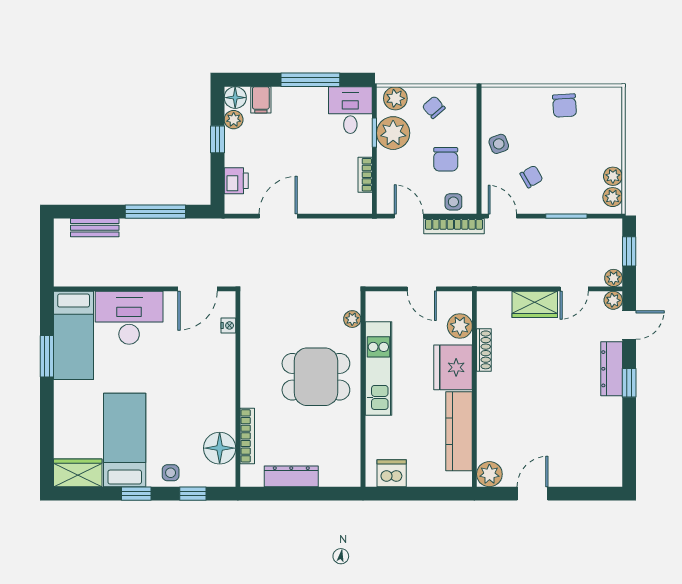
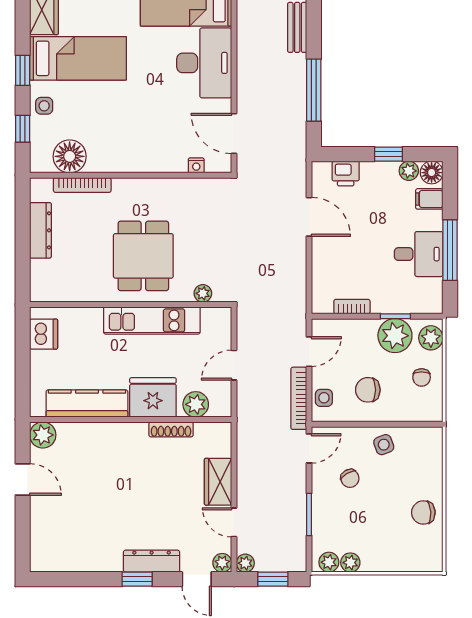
chair: (434, 107) -> (422, 377), turned 131
desk: (350, 110) -> (419, 254), moved

